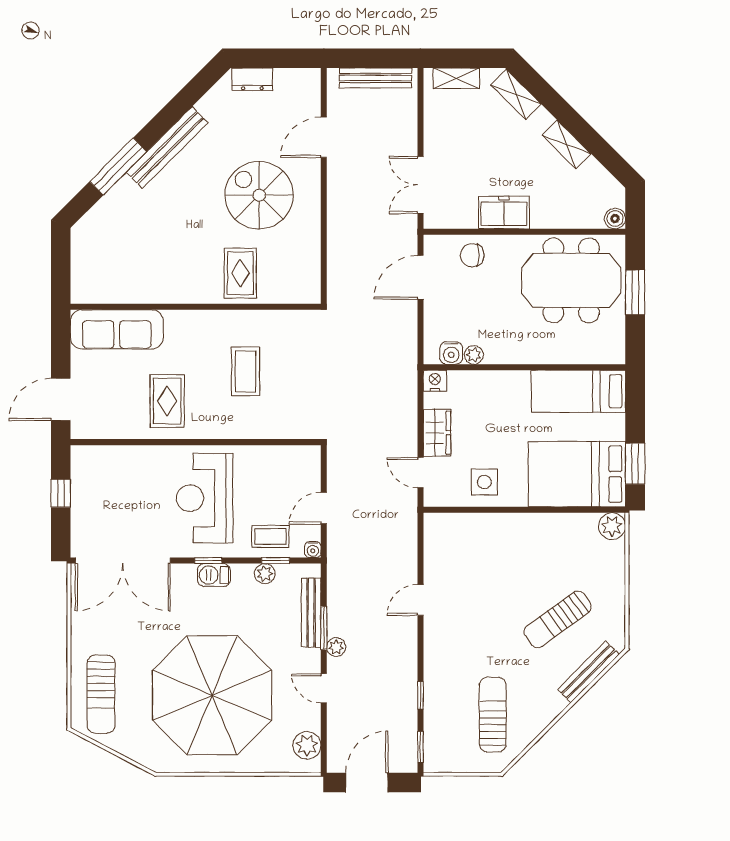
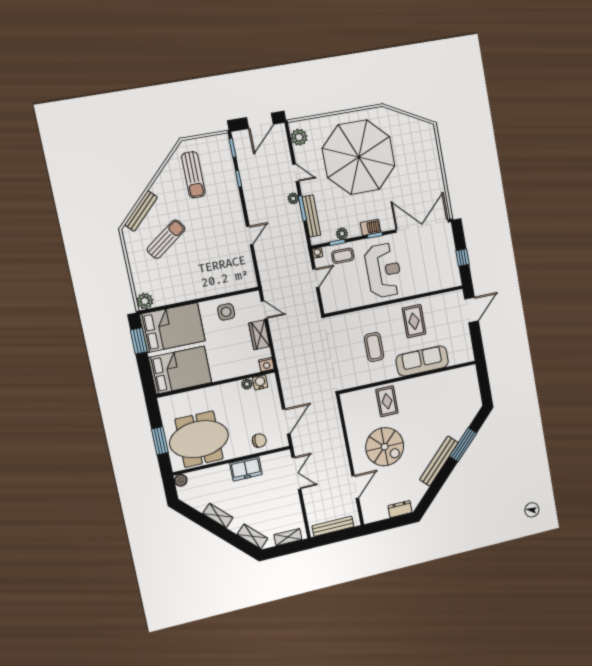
sofa: (117, 329) -> (422, 361), moved
bed: (578, 391) -> (180, 370), width x1.50
sun lounger: (101, 694) -> (421, 147), removed

